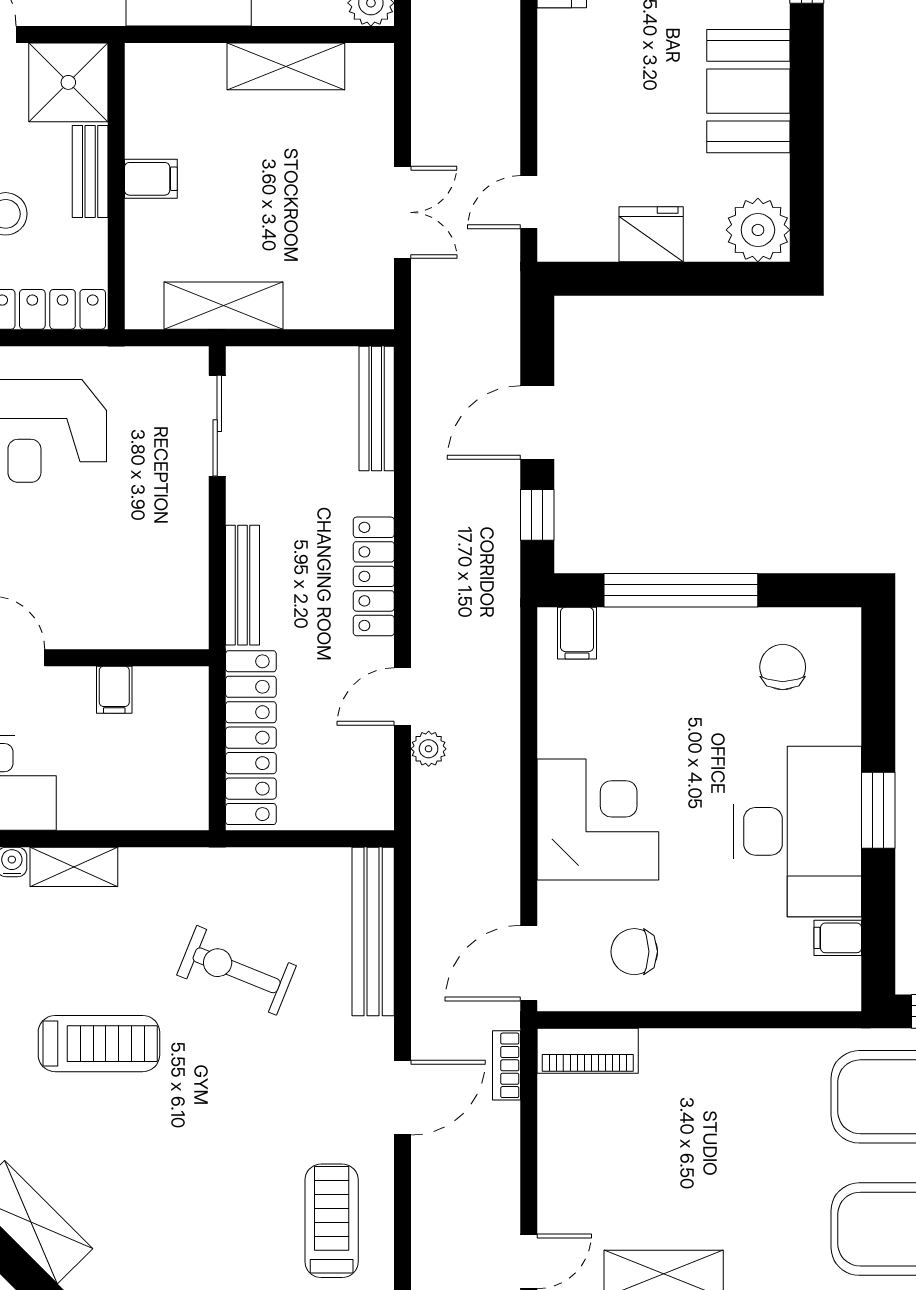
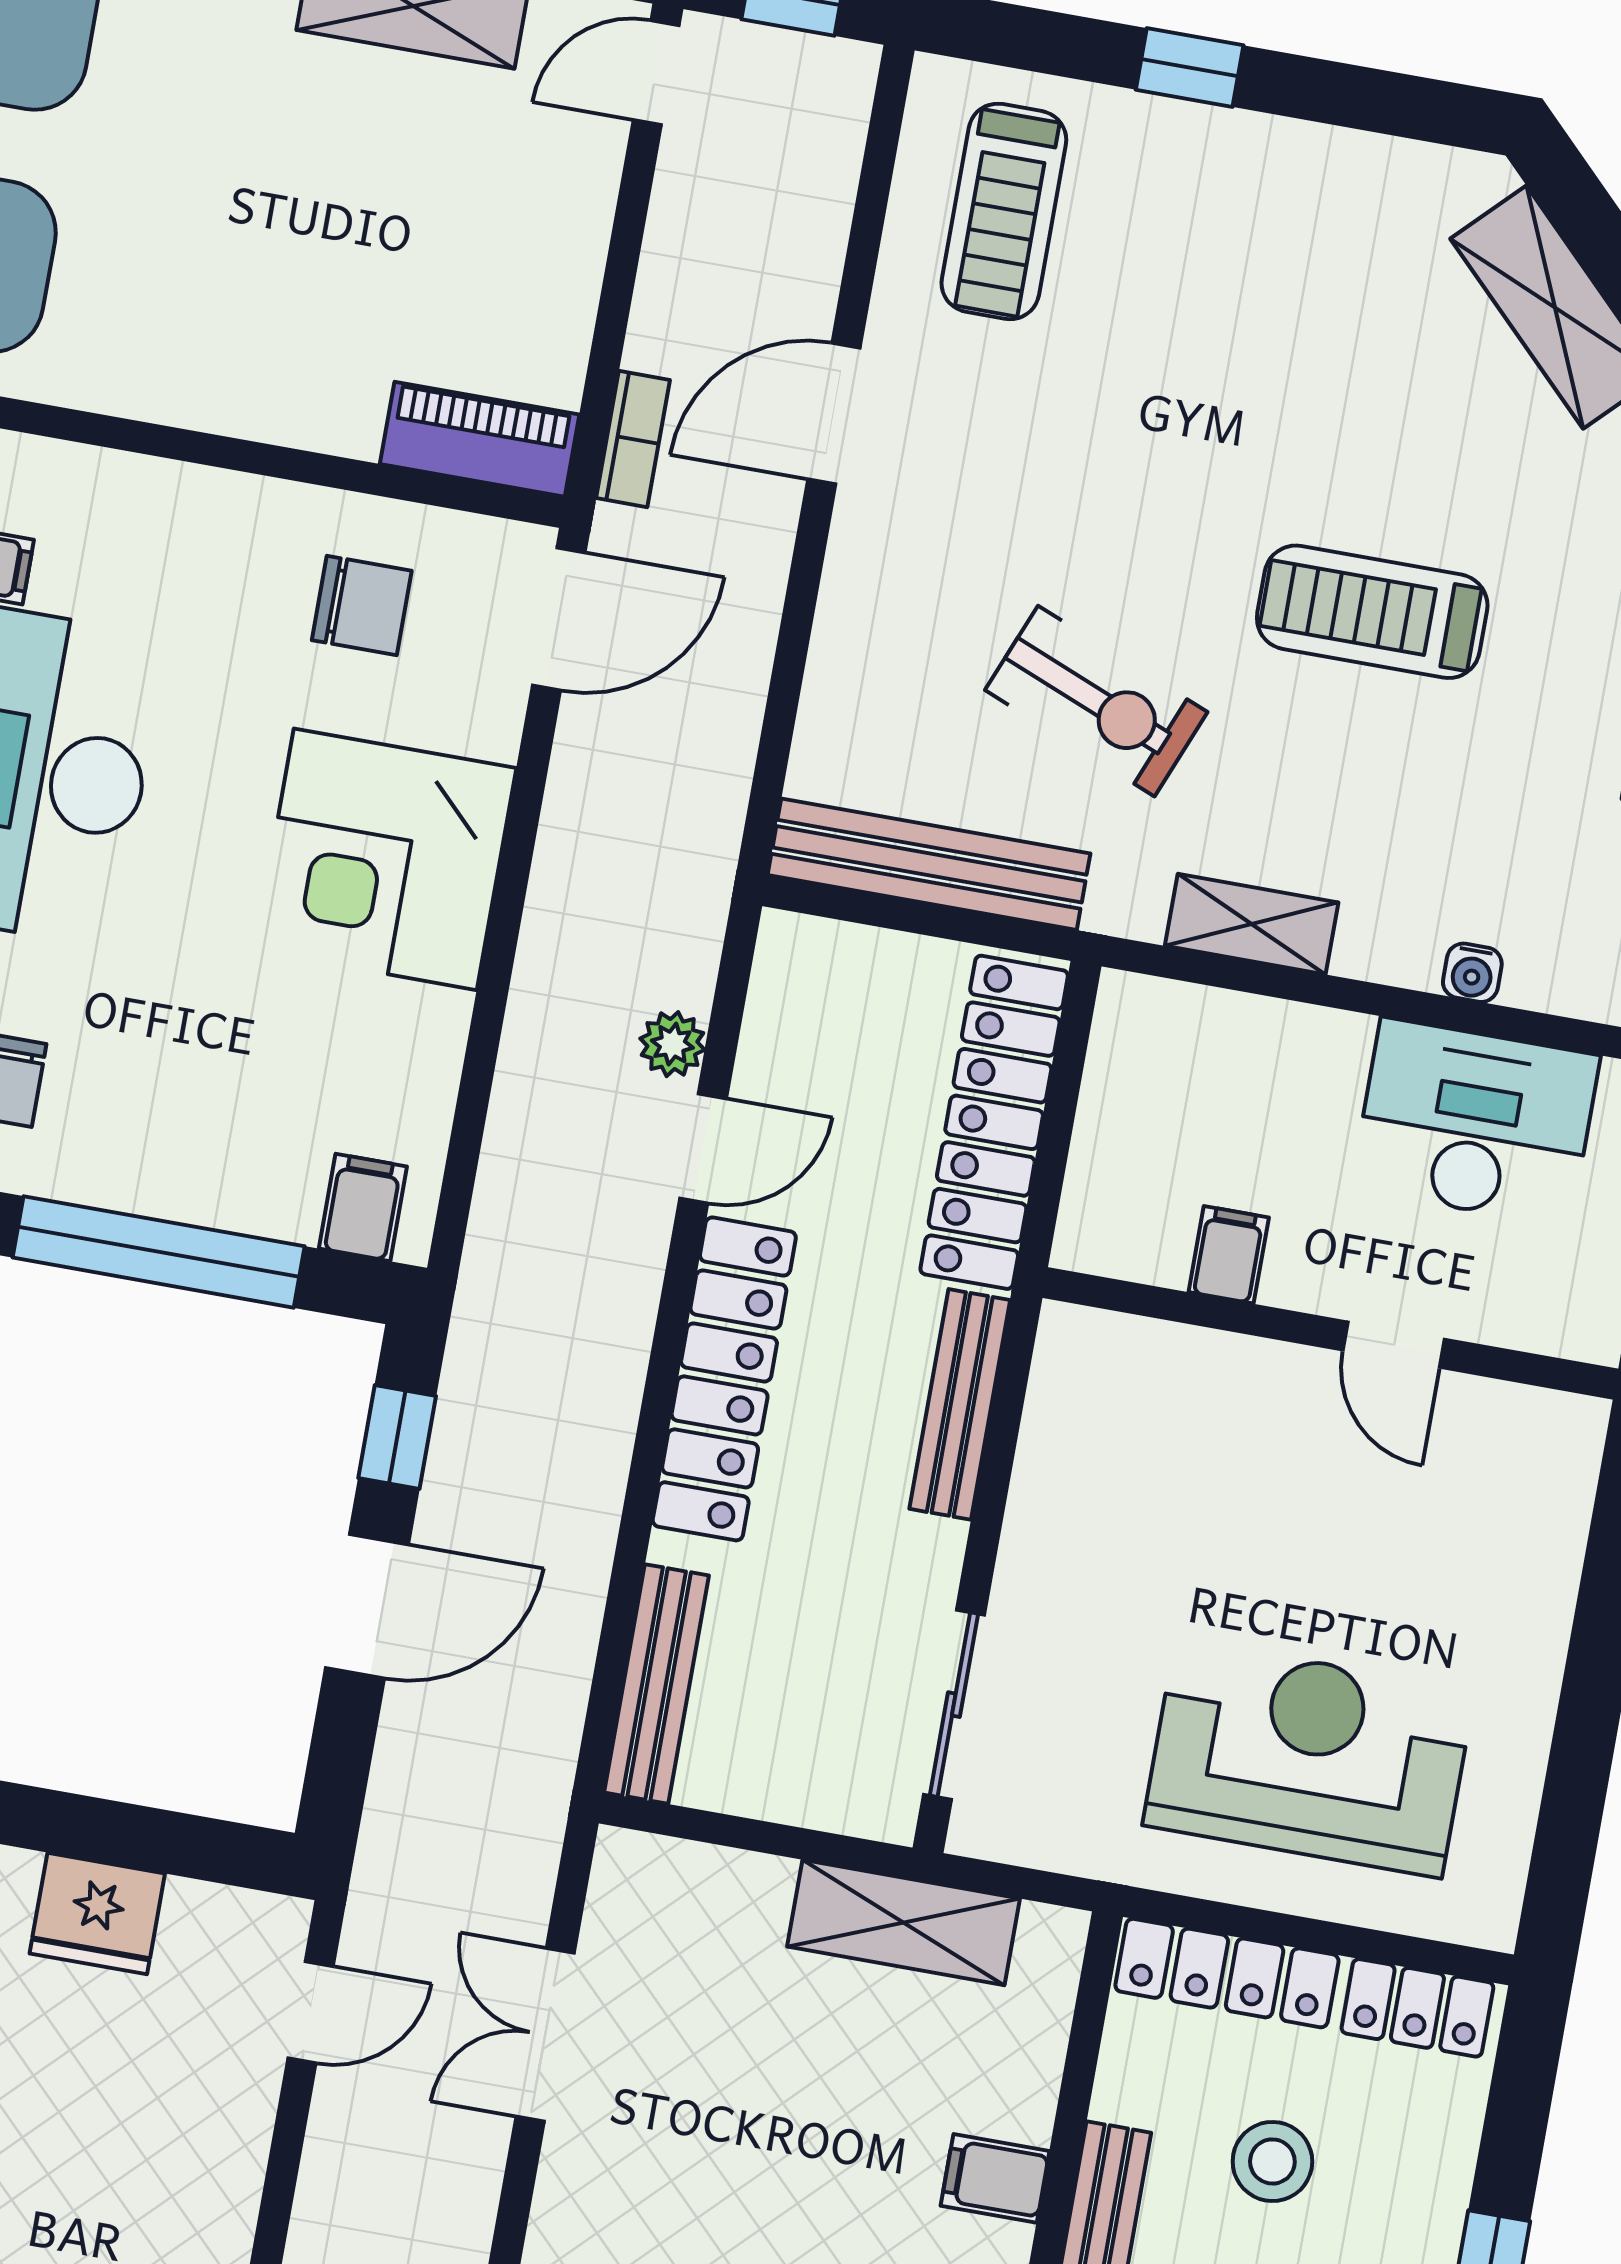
locker: (374, 576) -> (724, 1379), width x1.41, depth x1.21
shelving: (74, 867) -> (1252, 924), moved
bench: (373, 932) -> (929, 864), moved, turned 90

